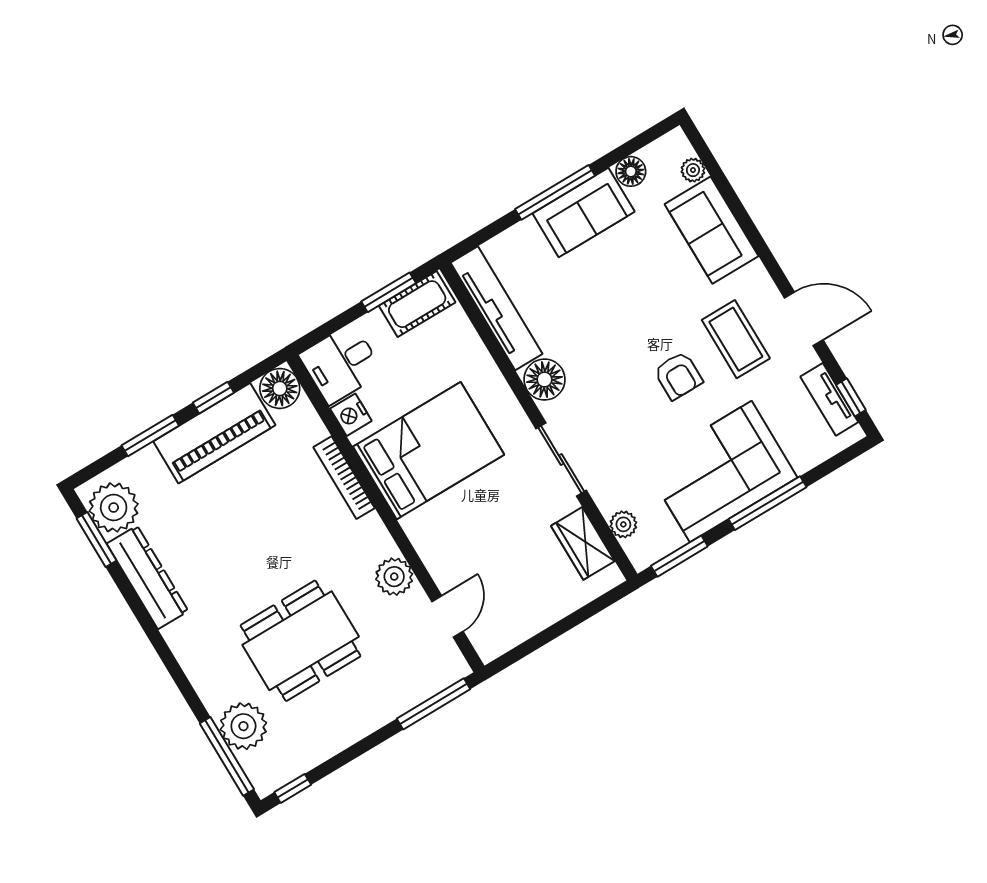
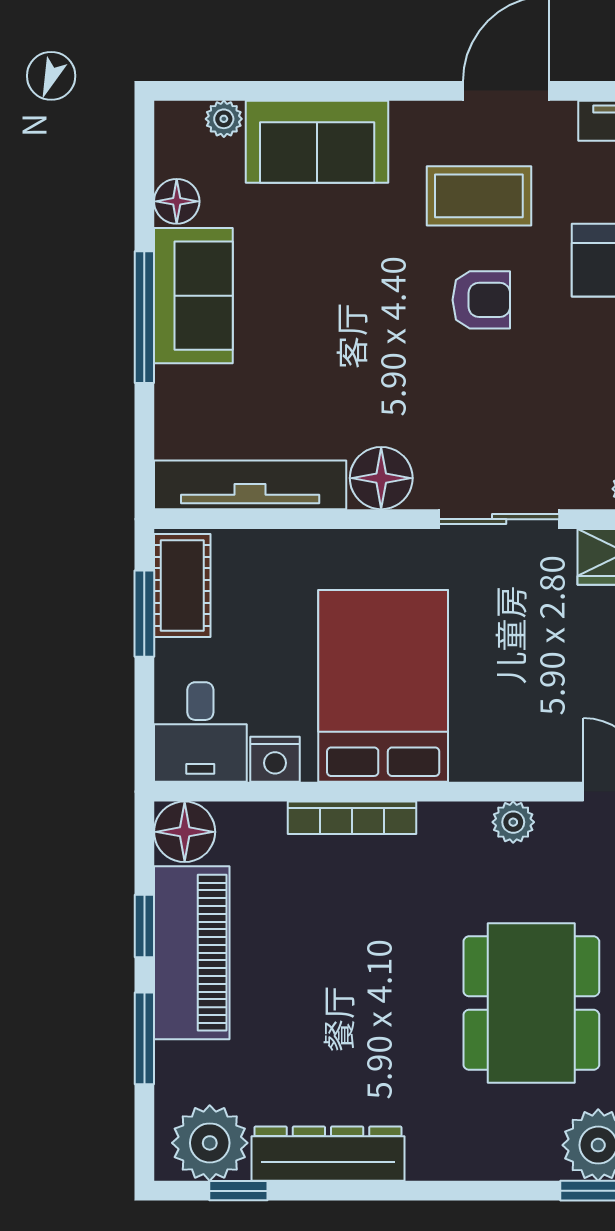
window: (97, 540) -> (238, 1191), width x0.67
plant: (394, 577) -> (513, 822), width x0.73, depth x0.73

